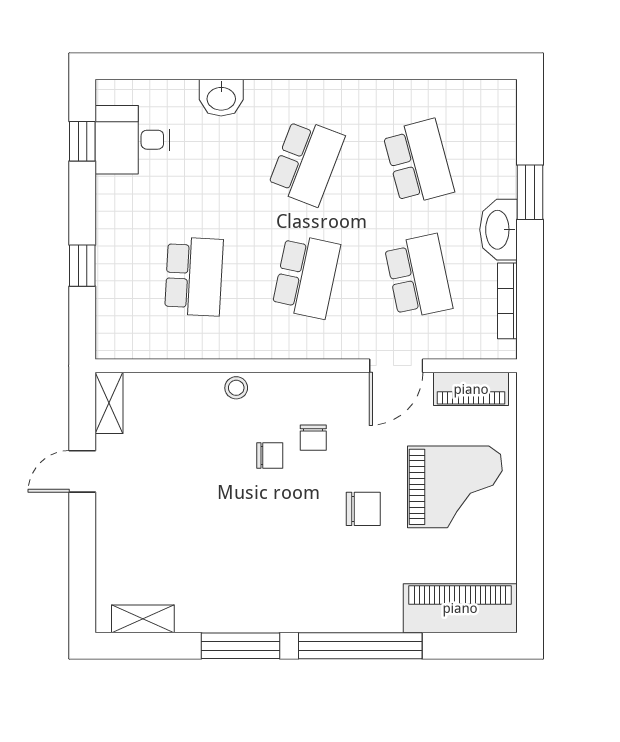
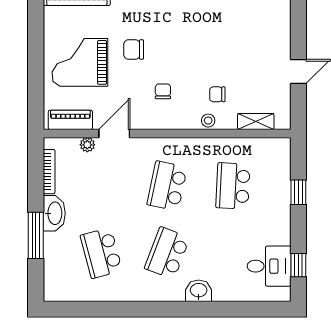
washbasin: (221, 98) -> (199, 291), moved
window: (530, 192) -> (36, 235), width x1.44
school desk: (418, 276) -> (101, 186), removed
plant: (442, 347) -> (87, 145), added
shelving: (109, 403) -> (256, 122), moved, turned 90
chair: (270, 456) -> (217, 94), moved

